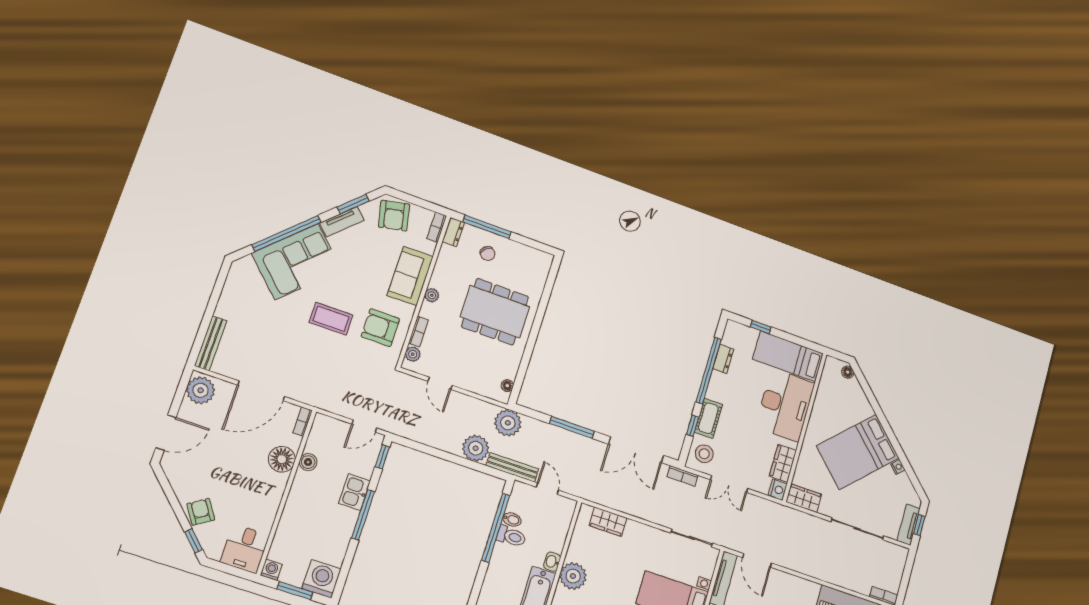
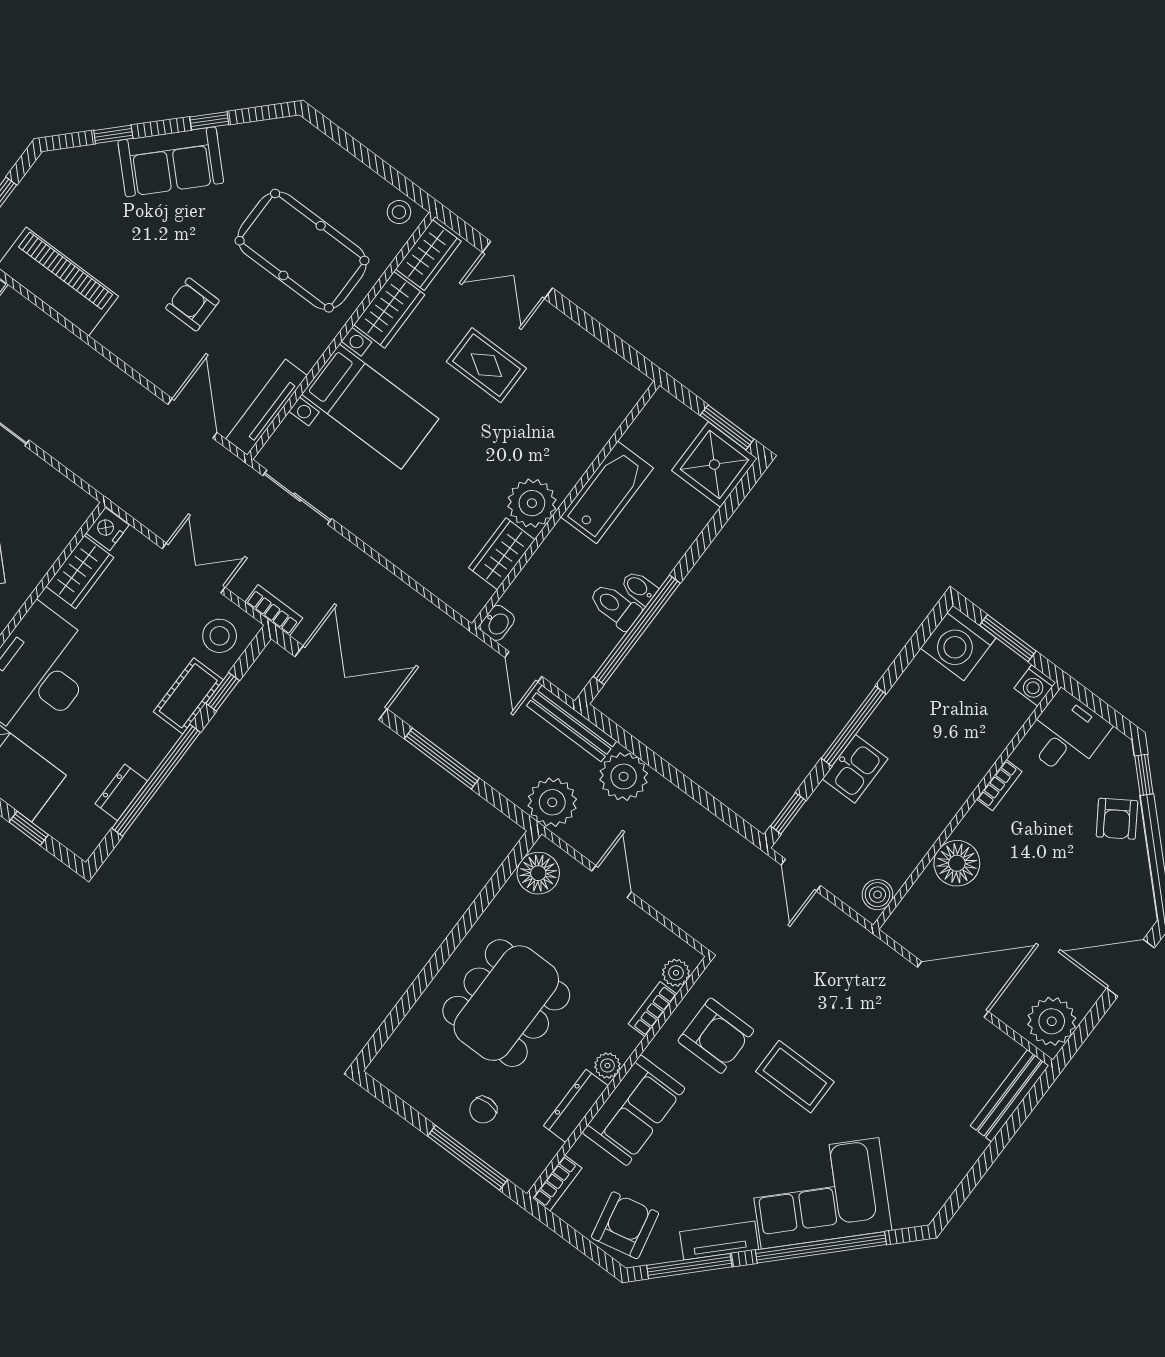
window: (353, 204) -> (689, 1266), width x1.44
dresser: (453, 232) -> (576, 1106), moved, width x1.44
chair: (488, 254) -> (483, 1110), turned -138
dining table: (495, 312) -> (506, 1003), turned 90
door: (440, 383) -> (611, 882), moved
floor lamp: (507, 386) -> (538, 873), width x1.89, depth x1.89
bookcase: (303, 422) -> (999, 785), moved
door: (364, 426) -> (801, 875), swing flipped
boiler: (308, 462) -> (877, 895), moved
wardrobe: (804, 498) -> (64, 498), removed
bidet: (512, 519) -> (639, 588), moved
wardrobe: (608, 522) -> (502, 554), moved, turned -90
washbasin: (552, 562) -> (497, 623), moved

